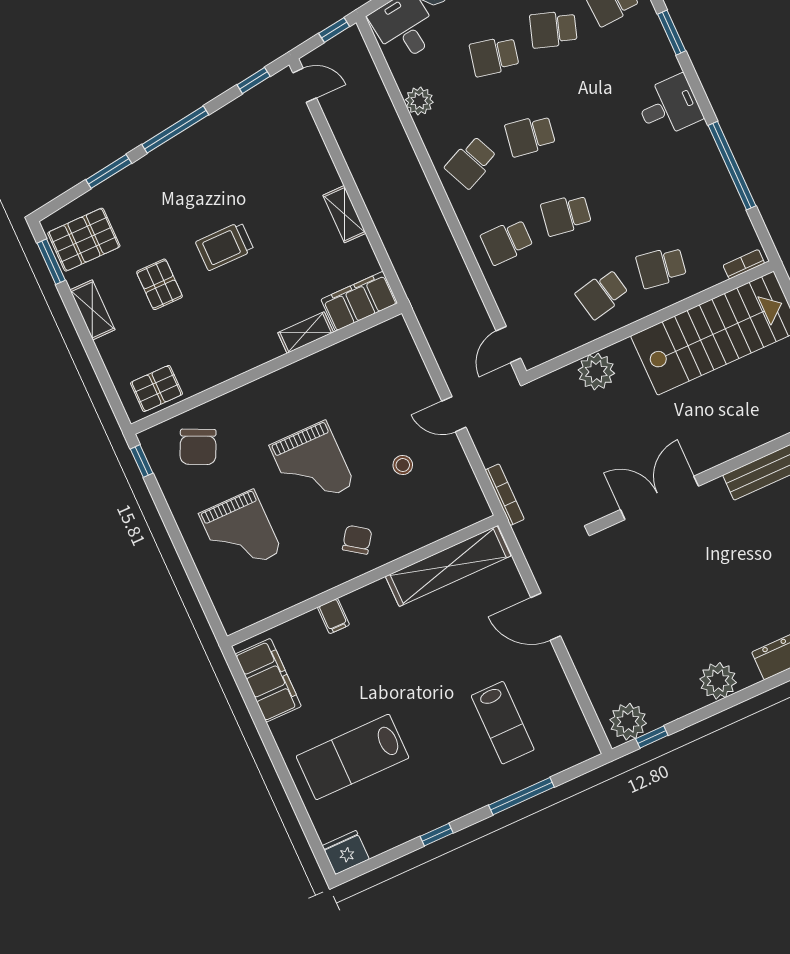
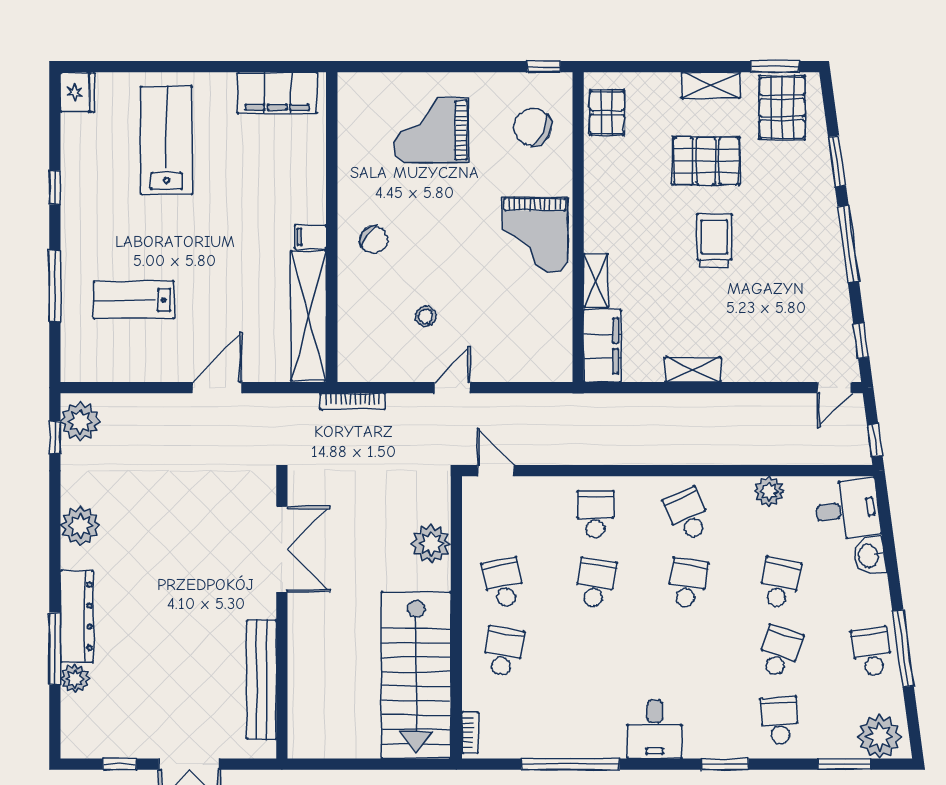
pallet: (159, 284) -> (706, 161), width x1.50, depth x1.42
grand piano: (312, 465) -> (535, 235), moved, turned -90
filing cabinet: (334, 616) -> (310, 237), moved

